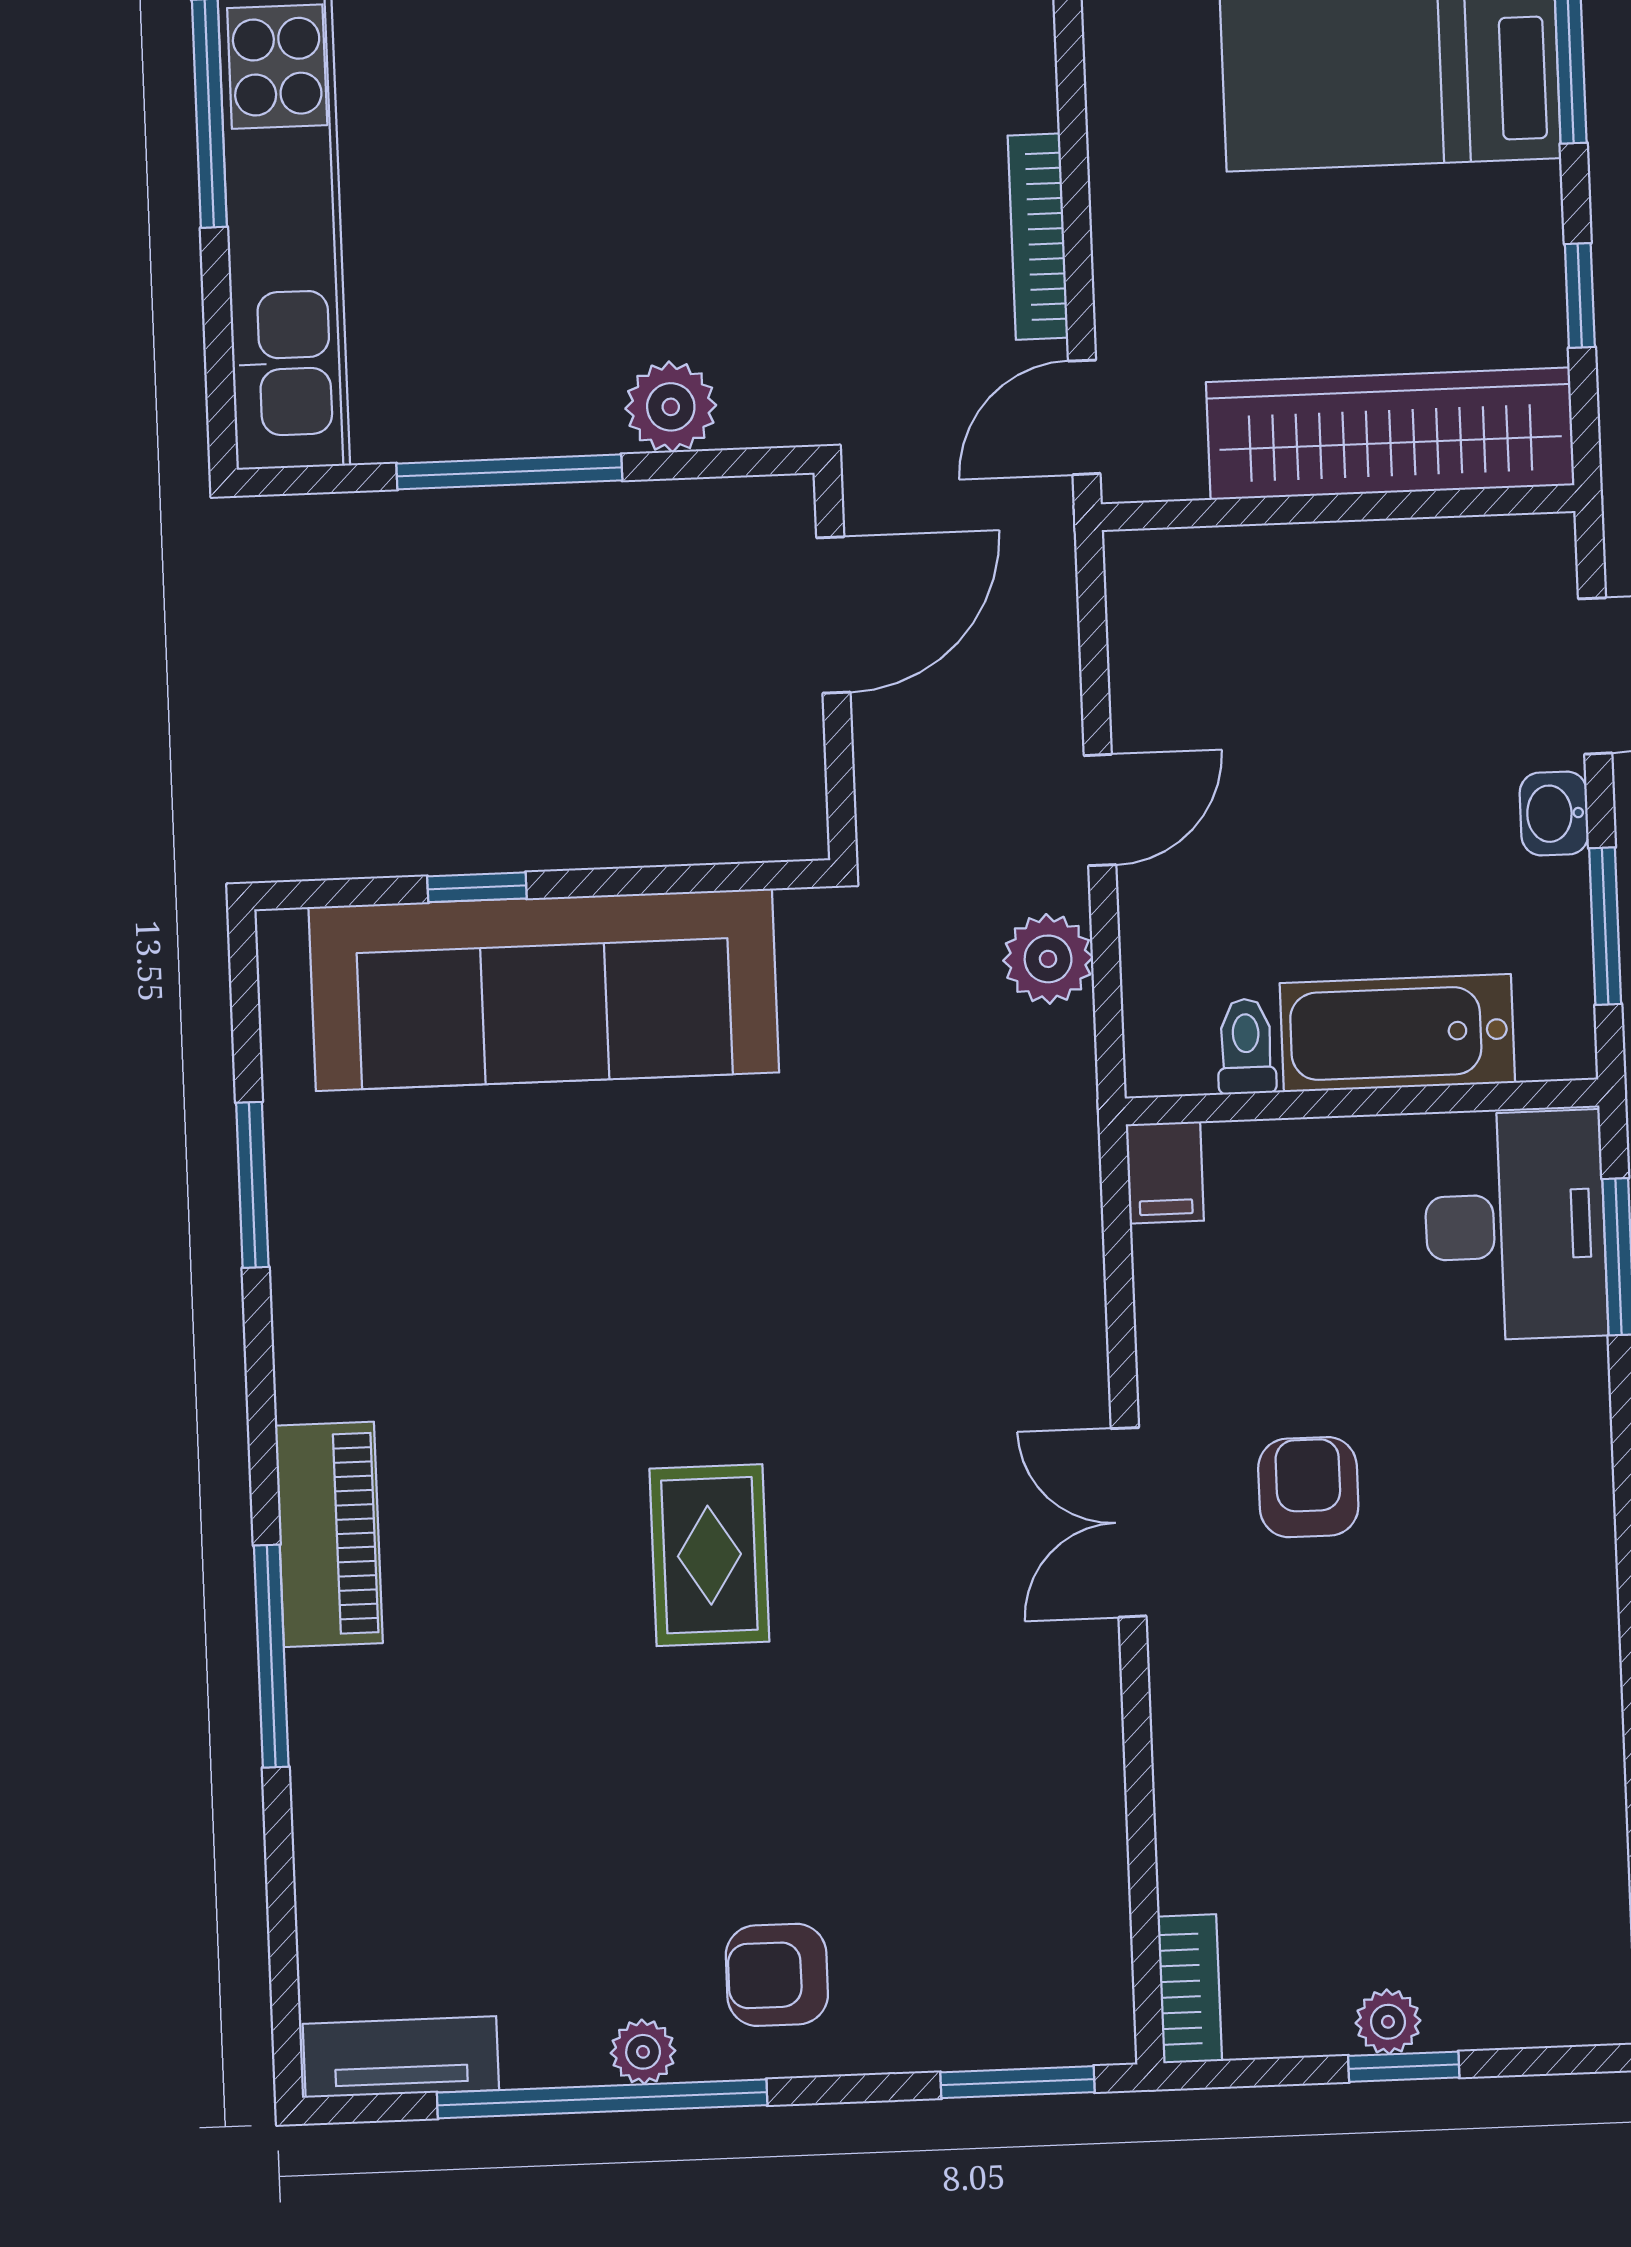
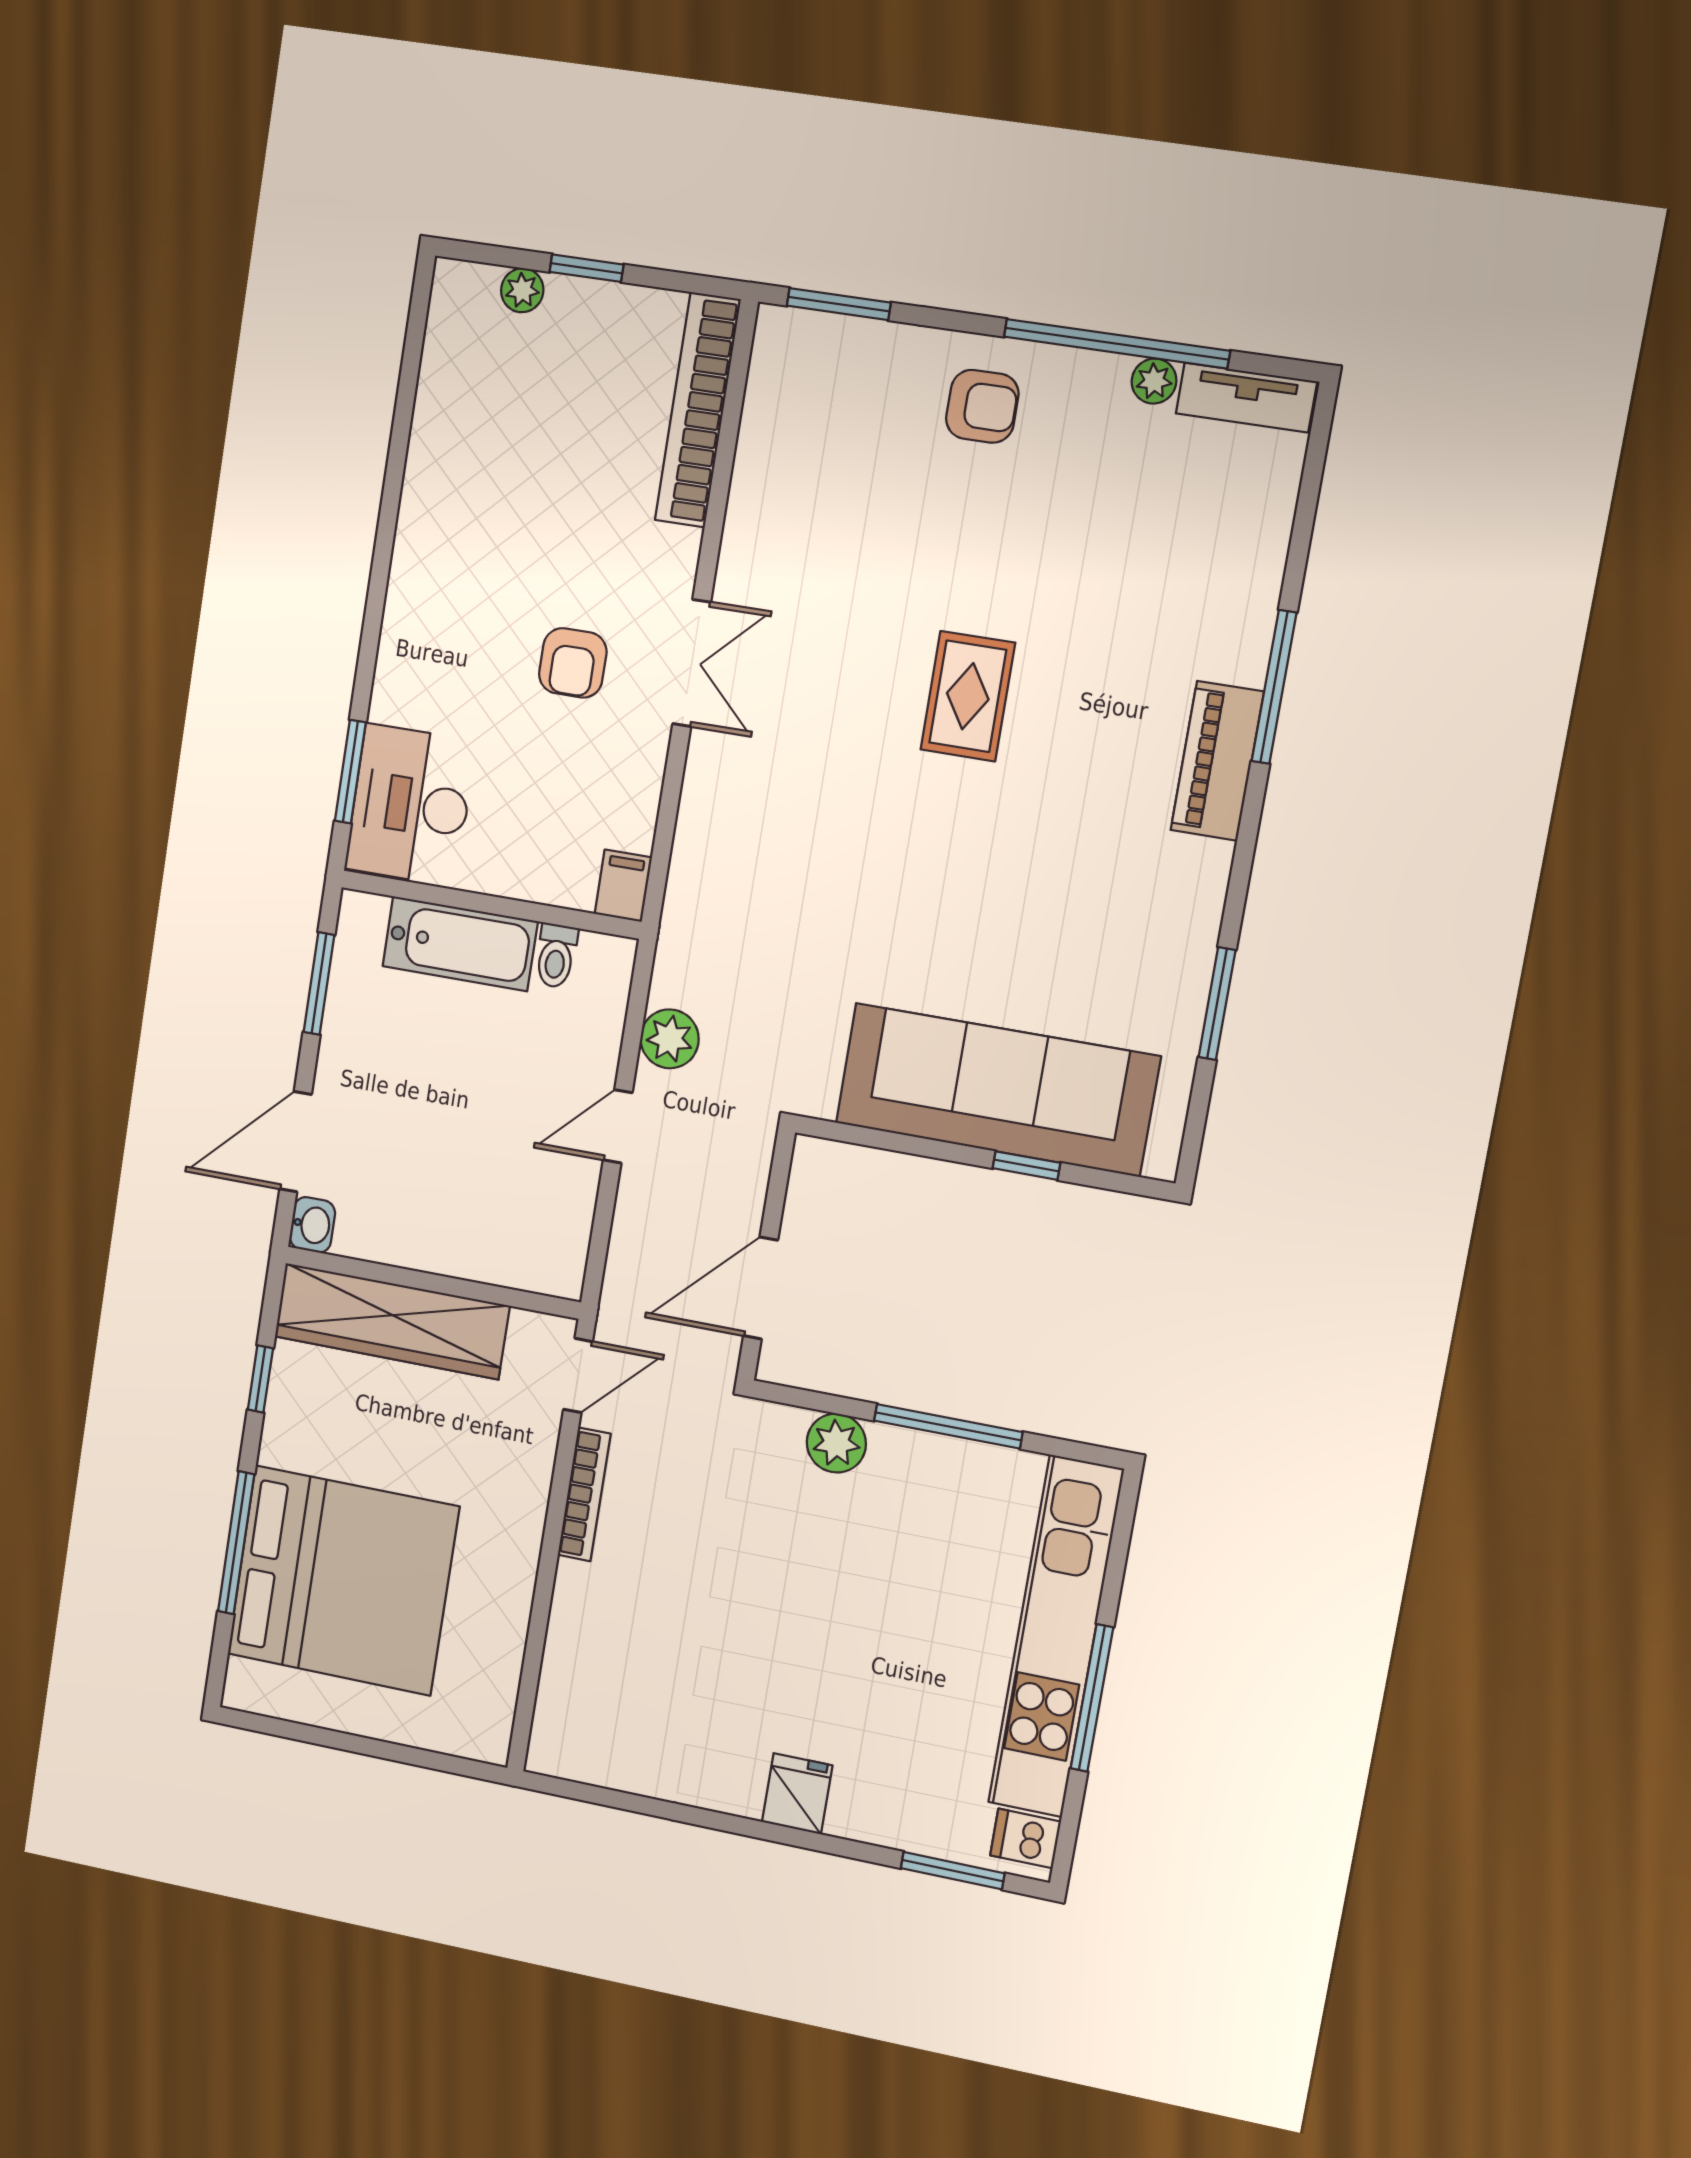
washbasin: (1554, 814) -> (312, 1225), moved
bookcase: (1190, 1989) -> (698, 410), width x2.31, depth x1.31
plant: (1388, 2022) -> (522, 290), moved
plant: (643, 2052) -> (1154, 381), moved

